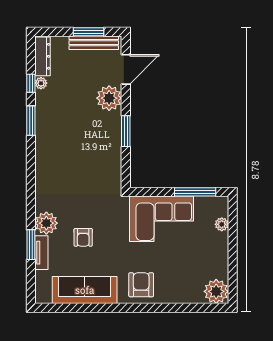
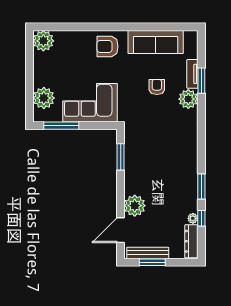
window: (126, 131) -> (121, 157), moved
plant: (222, 224) -> (44, 98), width x1.87, depth x1.87
armchair: (141, 285) -> (107, 46), turned 90

